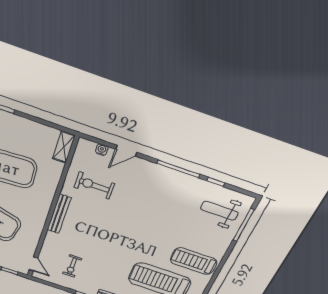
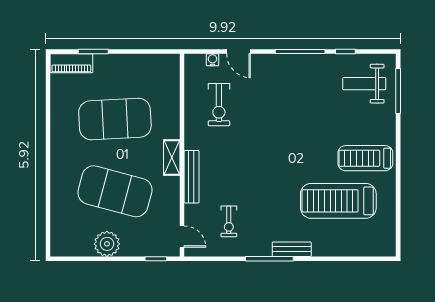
shelving: (64, 147) -> (172, 158), moved
door: (126, 151) -> (239, 52), hinge flipped
exercise bike: (94, 185) -> (219, 105), turned -90
bench: (59, 214) -> (191, 177), moved

